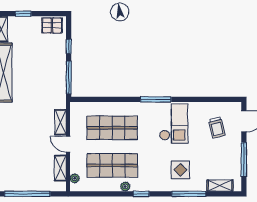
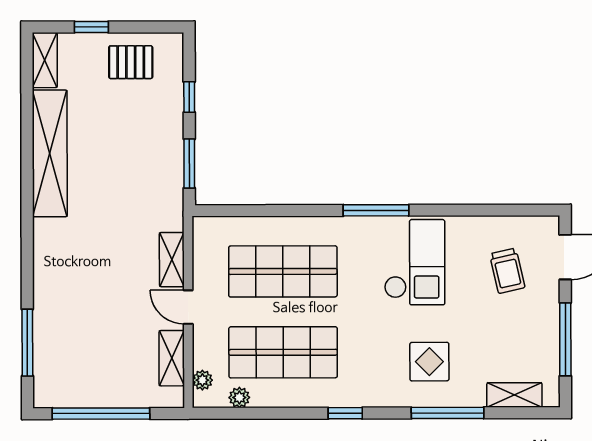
pallet: (52, 25) -> (131, 62), moved
window: (69, 77) -> (189, 164), width x0.69
plant: (125, 186) -> (239, 397), moved

